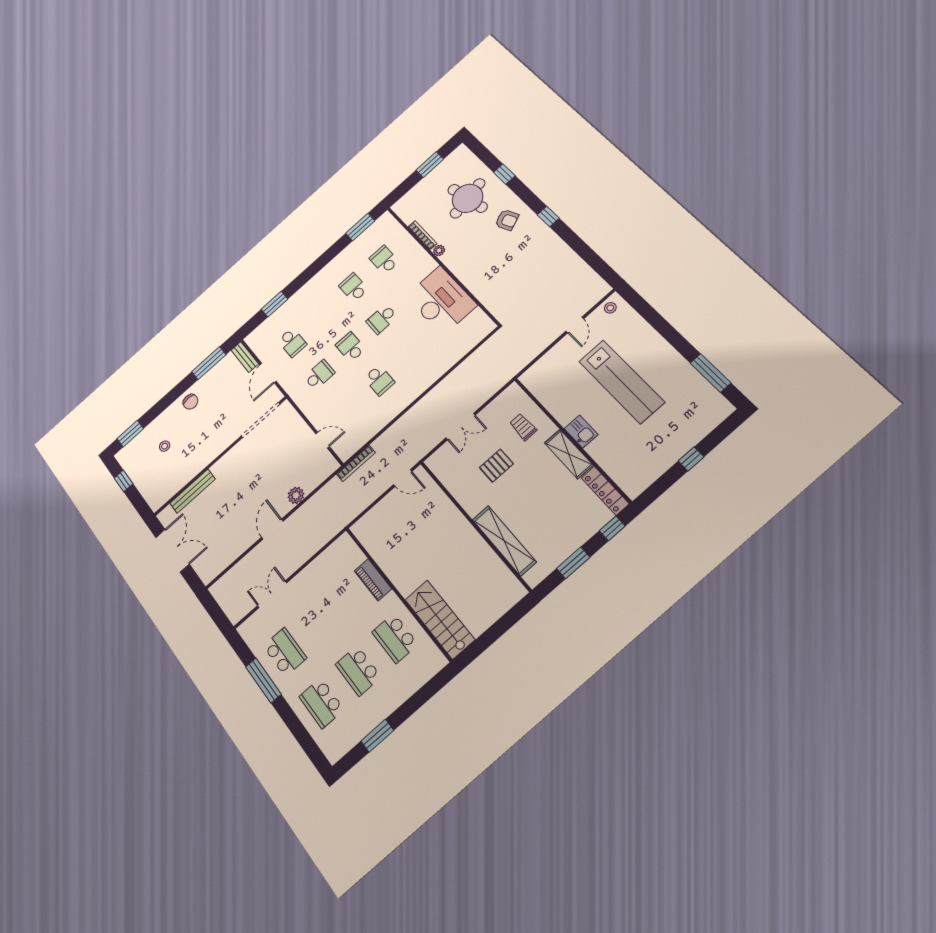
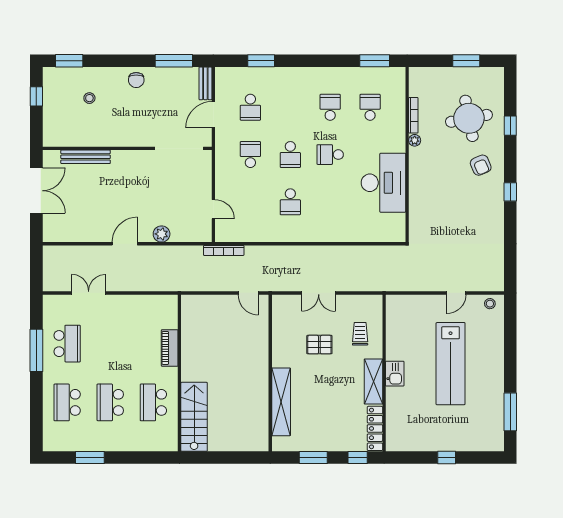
school desk: (351, 347) -> (290, 155), turned 180
school desk: (319, 375) -> (250, 155), turned -90

